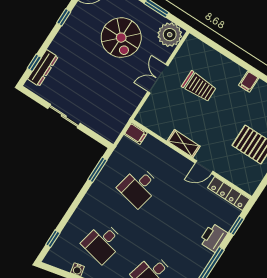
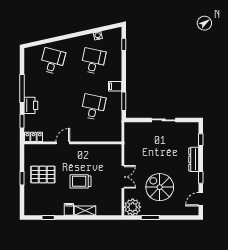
dresser: (43, 68) -> (194, 159), moved
trolley: (199, 87) -> (81, 181), moved
filing cabinet: (136, 134) -> (115, 86), moved
shelving: (184, 144) -> (85, 211), moved
locker: (229, 193) -> (34, 137), width x0.66

